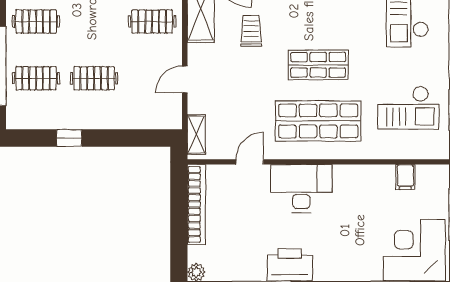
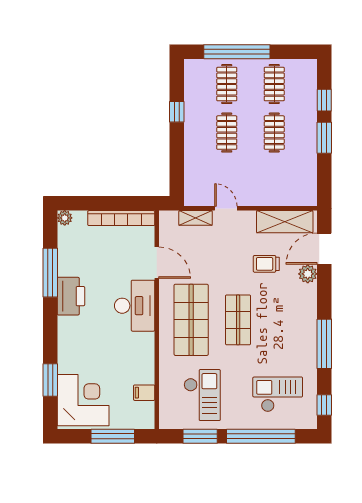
clothes rail: (152, 21) -> (274, 133), moved
trolley: (251, 31) -> (266, 264), turned 180
checkout: (408, 108) -> (202, 395), turned 180
shelving: (196, 135) -> (195, 218), moved
door: (250, 162) -> (157, 263), width x1.38

